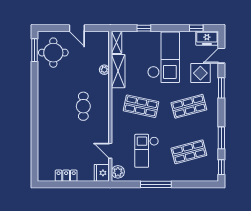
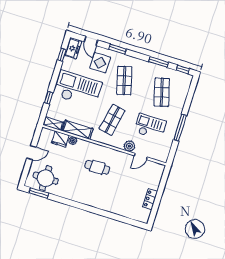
checkout: (147, 151) -> (150, 127), turned 180
plant: (118, 172) -> (129, 146), moved
fridge: (102, 173) -> (60, 139), moved

